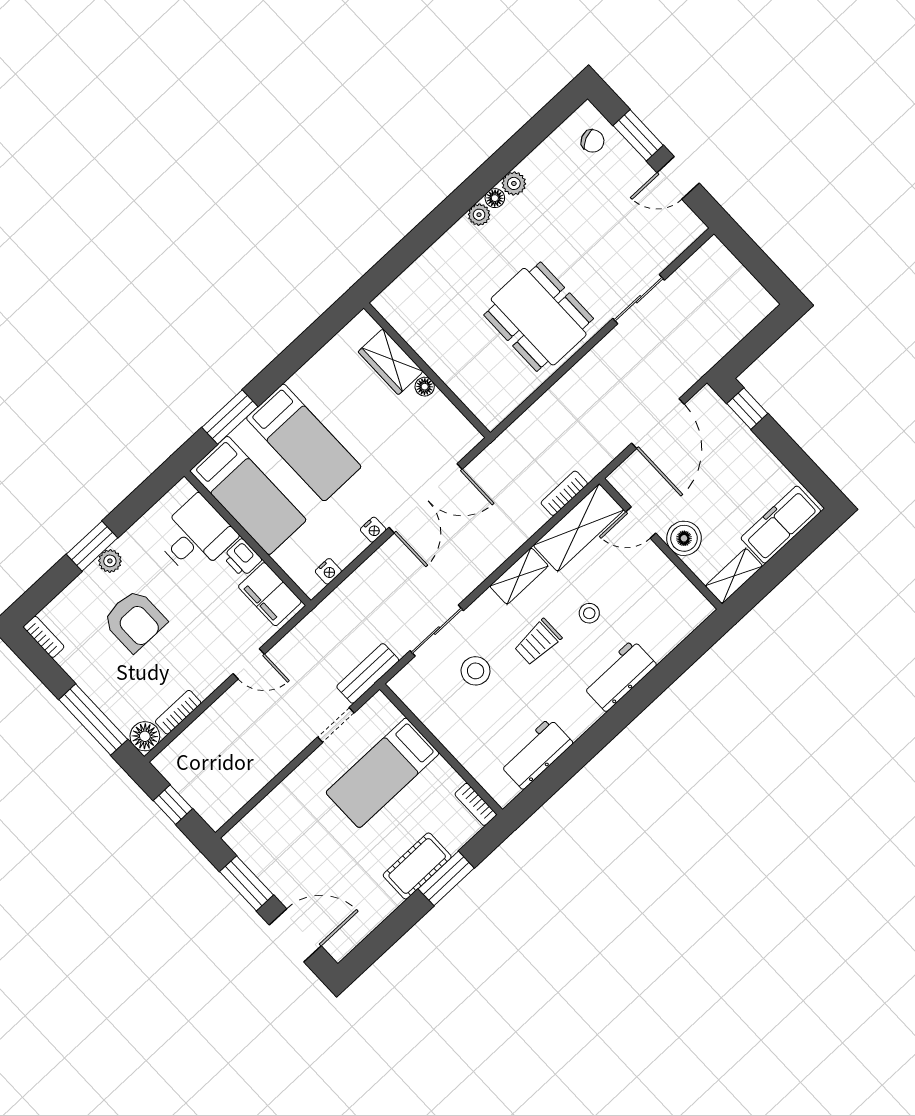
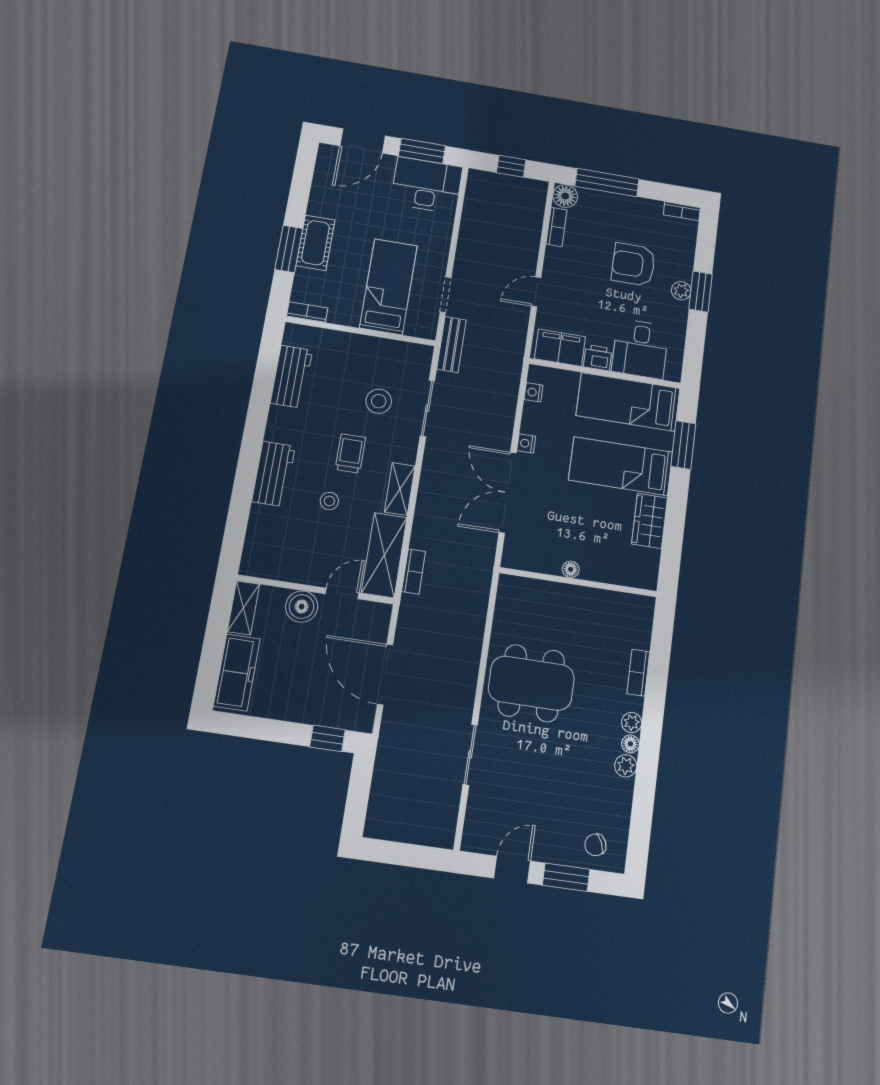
bookcase: (438, 251) -> (638, 673), added
wardrobe: (391, 362) -> (650, 521), moved, turned -90
desk: (269, 846) -> (427, 185), added

